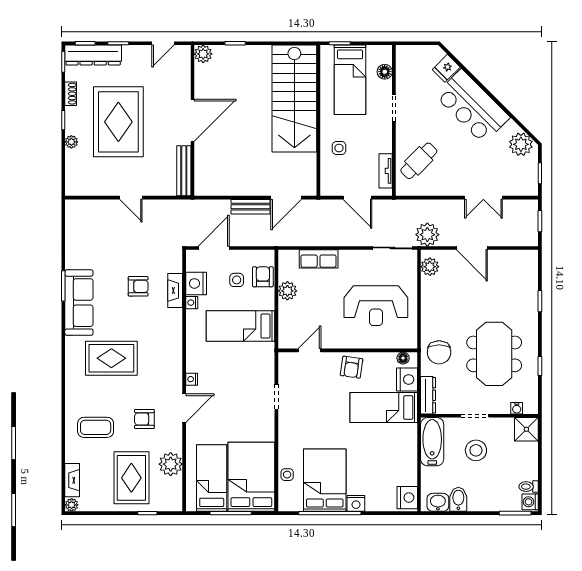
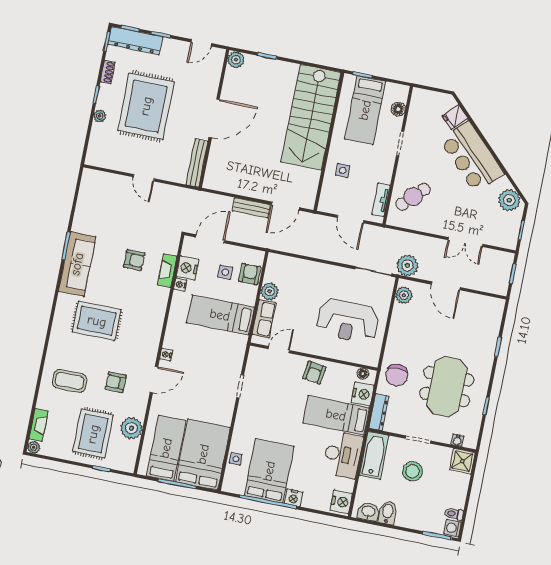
row of seats: (319, 259) -> (264, 319), moved, turned -90
desk: (399, 447) -> (343, 455), added

